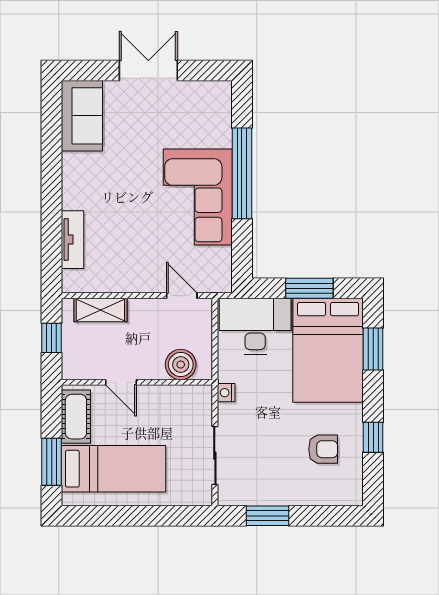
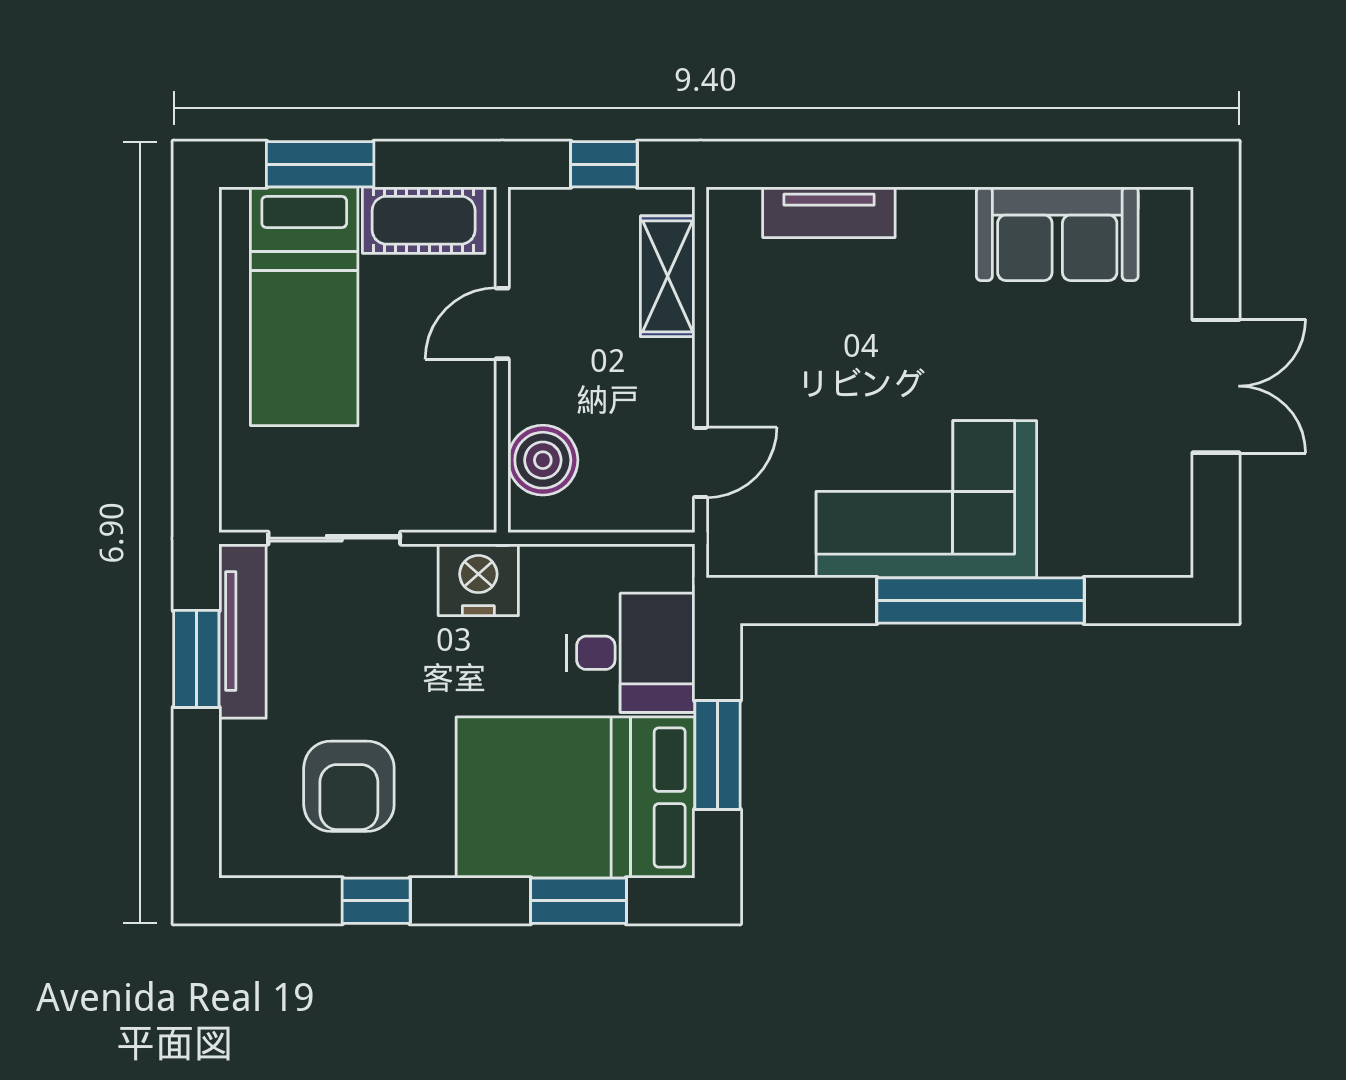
sofa: (82, 116) -> (1057, 234), moved
desk: (255, 326) -> (631, 653), width x0.73
nightstand: (226, 393) -> (478, 580), width x1.89, depth x1.79
armchair: (323, 449) -> (349, 786), width x1.38, depth x1.38
tv unit: (255, 496) -> (243, 631), added

